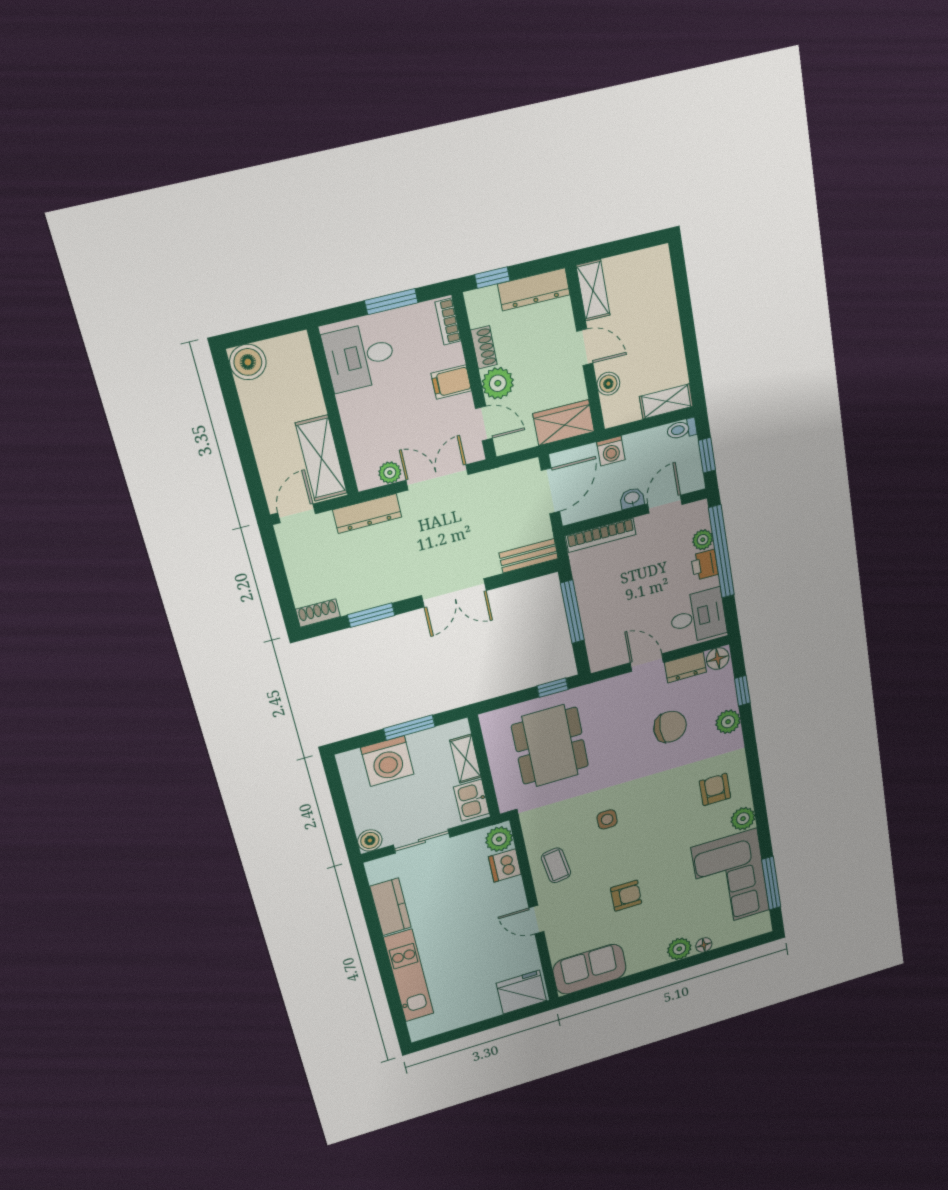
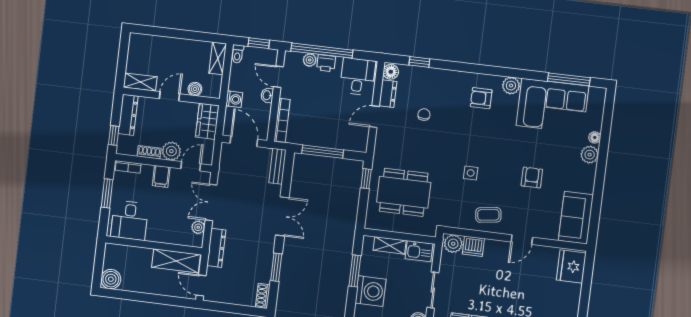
plant: (728, 722) -> (437, 77), removed
chair: (670, 727) -> (424, 115), width x0.54, depth x0.54

